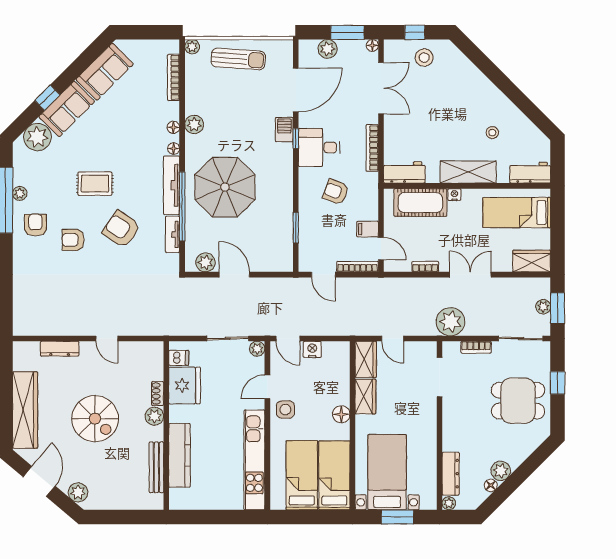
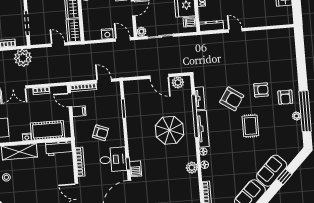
plant: (37, 137) -> (288, 152), removed
rug: (95, 184) -> (250, 126), turned 90
parasol: (225, 187) -> (170, 130), width x0.73, depth x0.73
dresser: (60, 349) -> (211, 26), moved

